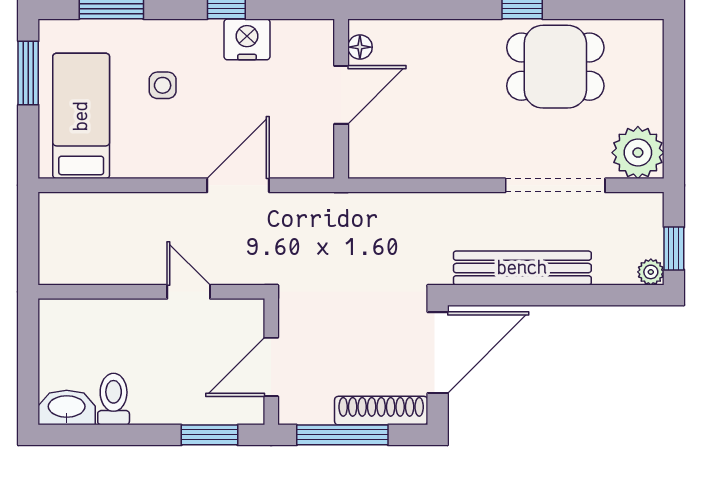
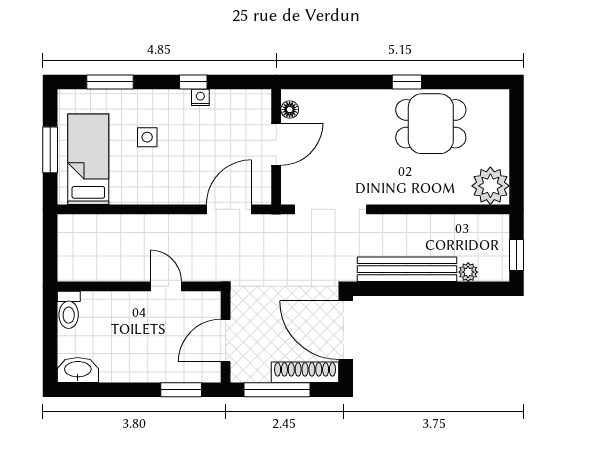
nightstand: (247, 39) -> (200, 97), width x0.53, depth x0.56
window: (28, 73) -> (50, 150), moved
door: (238, 185) -> (229, 209), moved
doorway: (555, 185) -> (330, 209), moved
plant: (651, 272) -> (468, 272), moved
door: (438, 353) -> (346, 330), swing flipped
toilet: (114, 399) -> (69, 310), moved, turned 180

